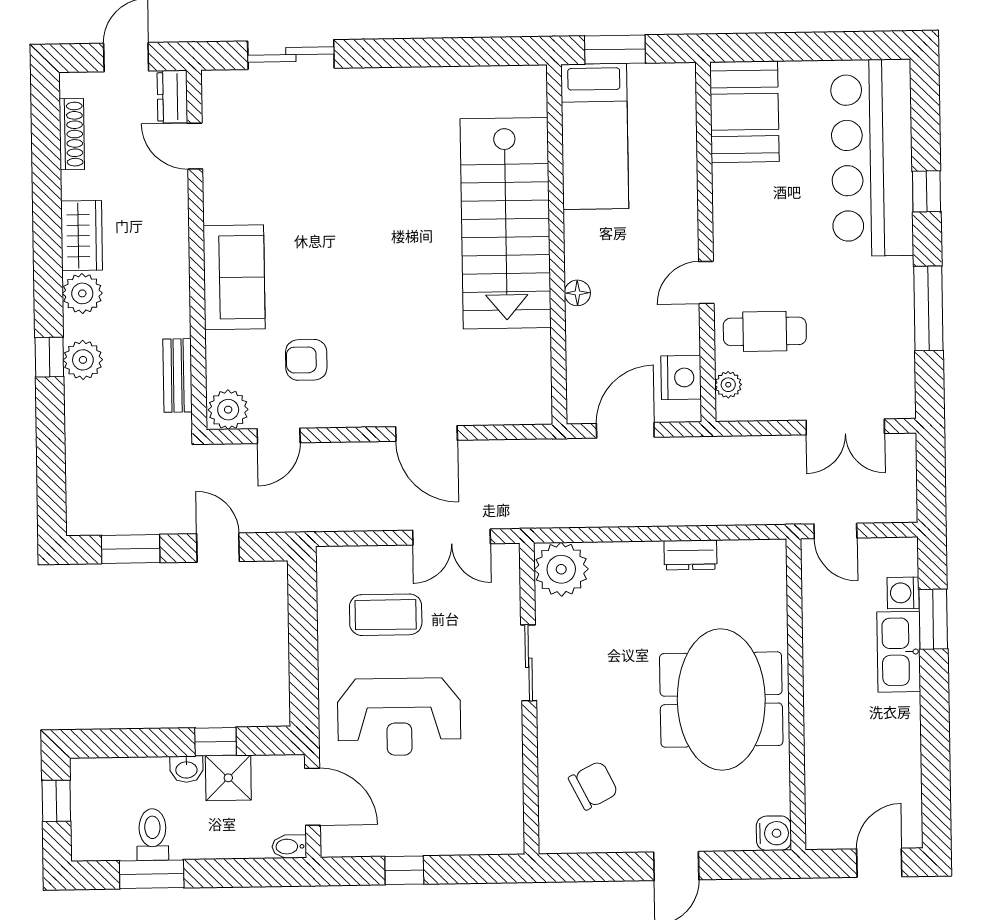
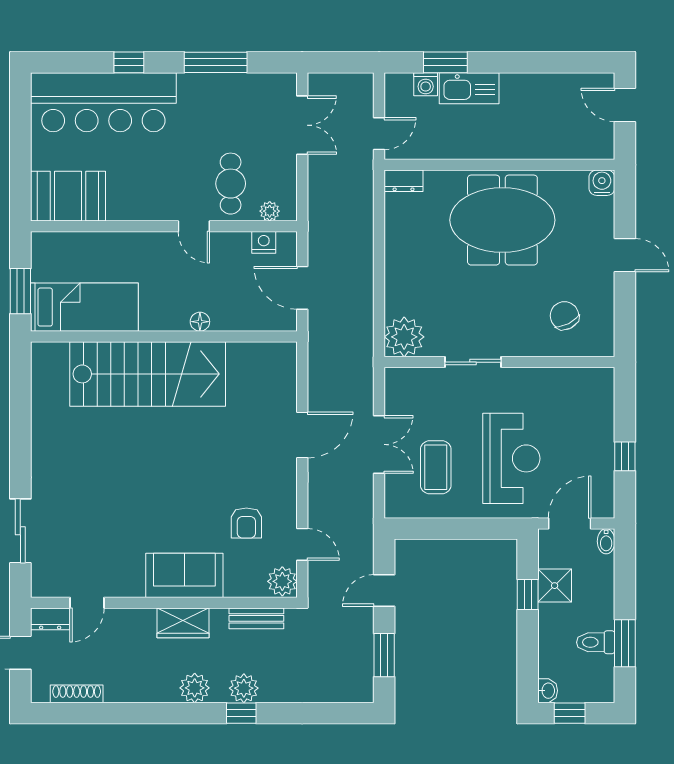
wardrobe: (82, 236) -> (183, 623), moved, turned 180
nightstand: (681, 378) -> (264, 242), width x0.74, depth x0.75
double door: (452, 537) -> (379, 444), moved
dresser: (690, 555) -> (404, 181), moved, turned 90
washbasin: (186, 769) -> (548, 691), moved

